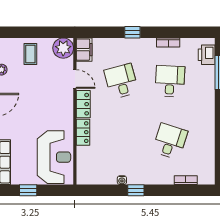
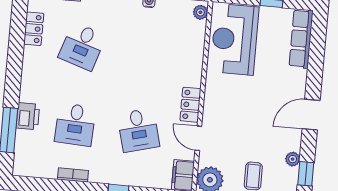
printer: (207, 55) -> (28, 116), moved
locker: (83, 132) -> (34, 29), moved, turned 180
plant: (82, 175) -> (200, 12), added

